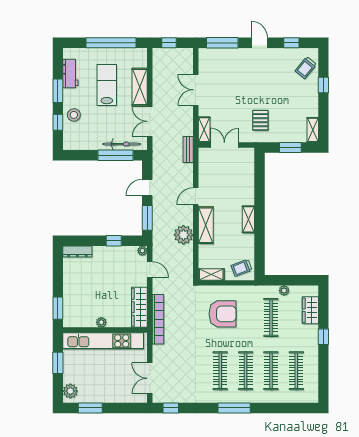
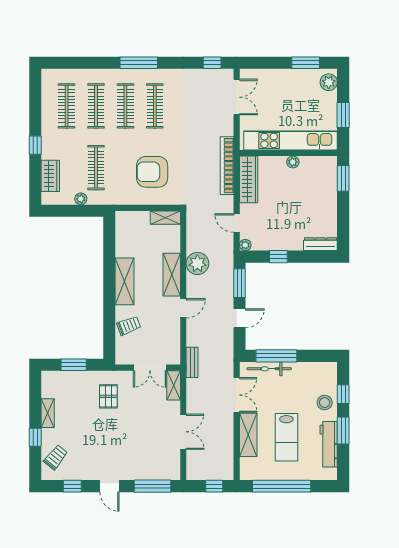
workbench: (70, 74) -> (329, 444), width x1.38
shelving: (313, 130) -> (48, 413), moved
shelving: (248, 219) -> (125, 281), width x1.50, depth x1.33
trolley: (242, 268) -> (129, 326), moved

